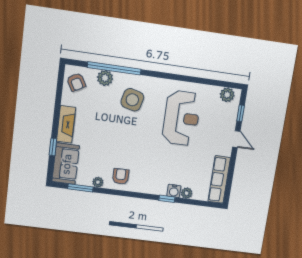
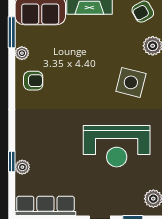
water cooler: (174, 191) -> (23, 150), removed
window: (167, 199) -> (12, 161), moved

